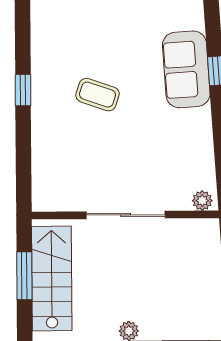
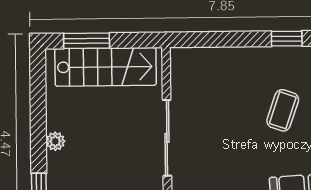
window: (24, 276) -> (87, 41), moved

